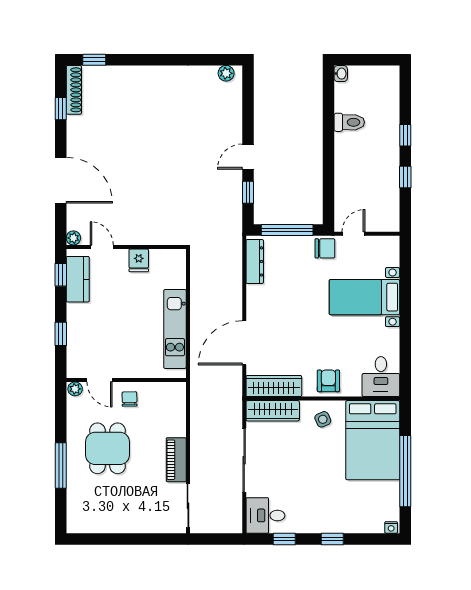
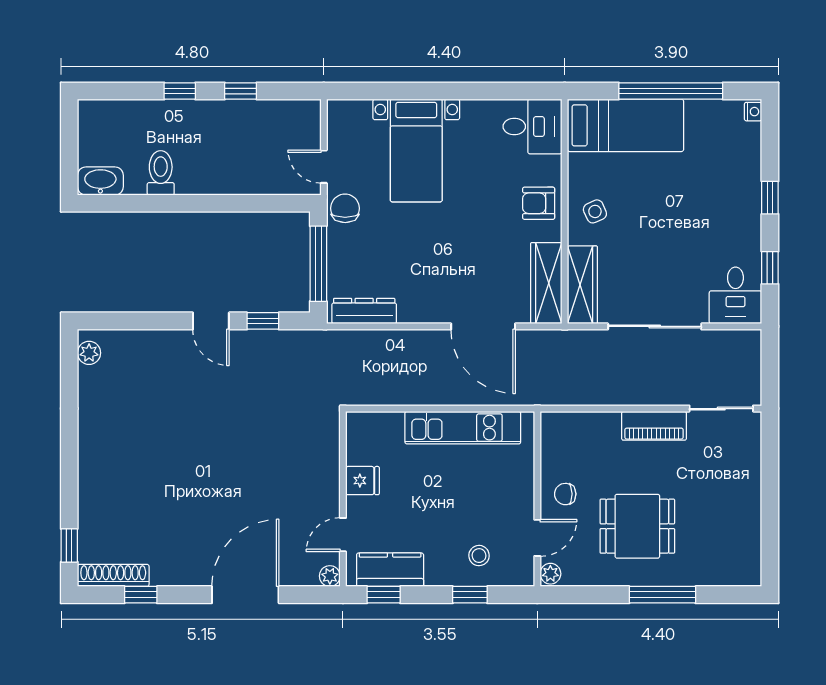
washbasin: (341, 74) -> (100, 181), width x1.91, depth x1.45
stool: (87, 340) -> (479, 556), added
bed: (373, 440) -> (626, 125), width x0.67

